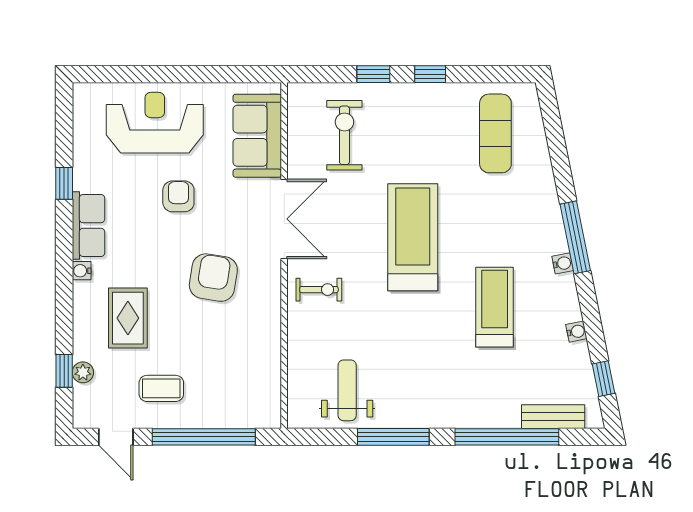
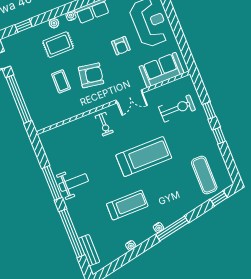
exercise mat: (495, 133) -> (204, 175), turned 90
armchair: (178, 196) -> (121, 46), turned 90
double door: (284, 219) -> (129, 96), width x0.73
plant: (83, 372) -> (54, 23), moved
window: (604, 379) -> (219, 198), moved
coffee table: (161, 388) -> (61, 81), moved
weight bench: (347, 390) -> (74, 183), moved

